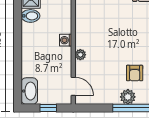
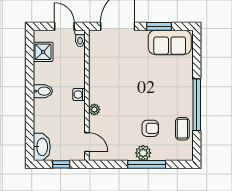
bidet: (30, 16) -> (43, 91), moved
armchair: (135, 73) -> (150, 128), turned -90

